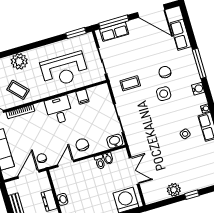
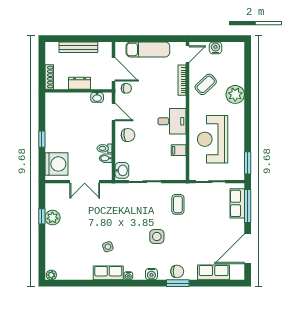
window: (199, 63) -> (178, 283), width x0.69
chair: (165, 72) -> (177, 271), moved
window: (192, 195) -> (42, 216), moved
washbasin: (62, 199) -> (97, 97), moved

